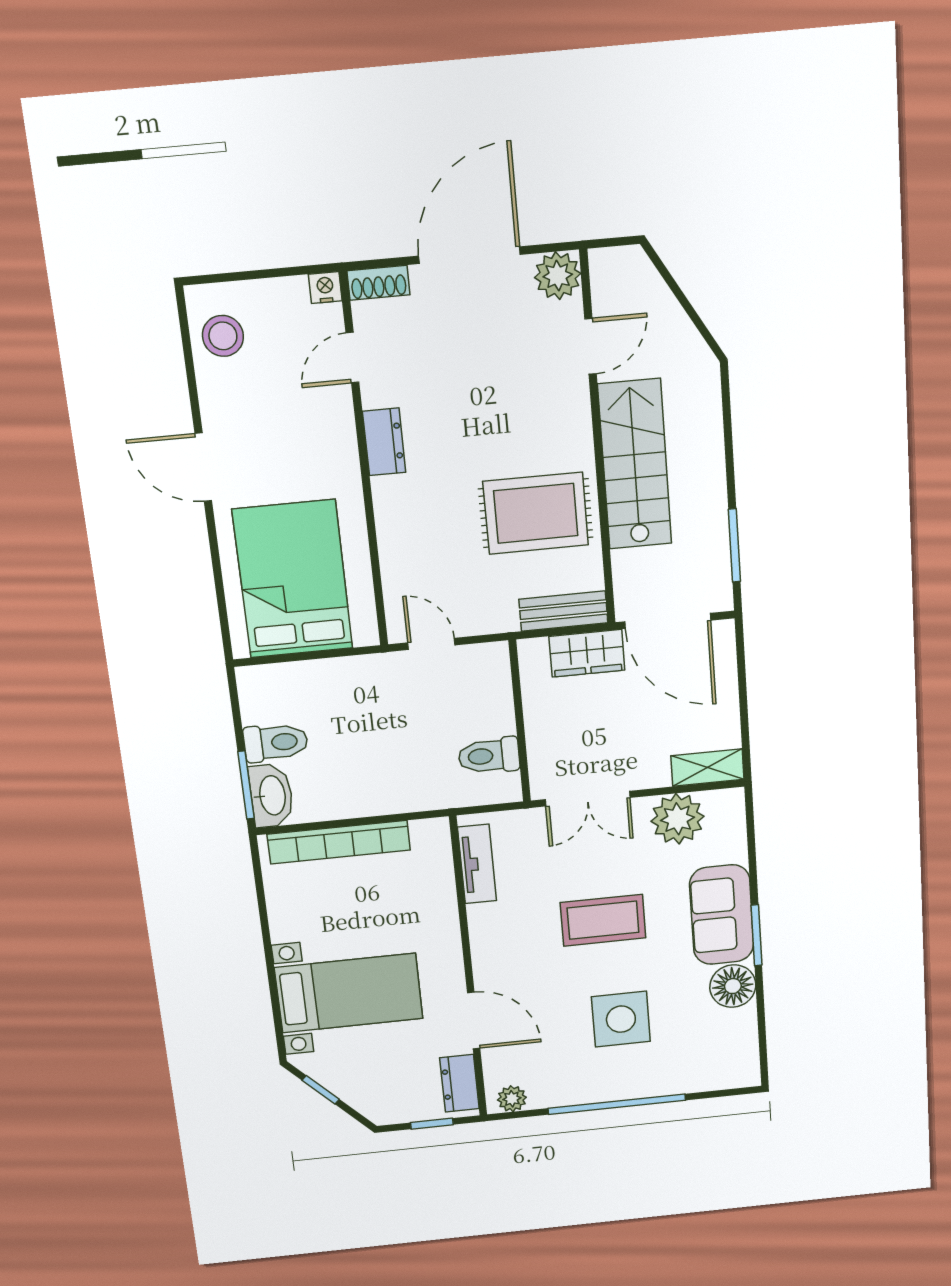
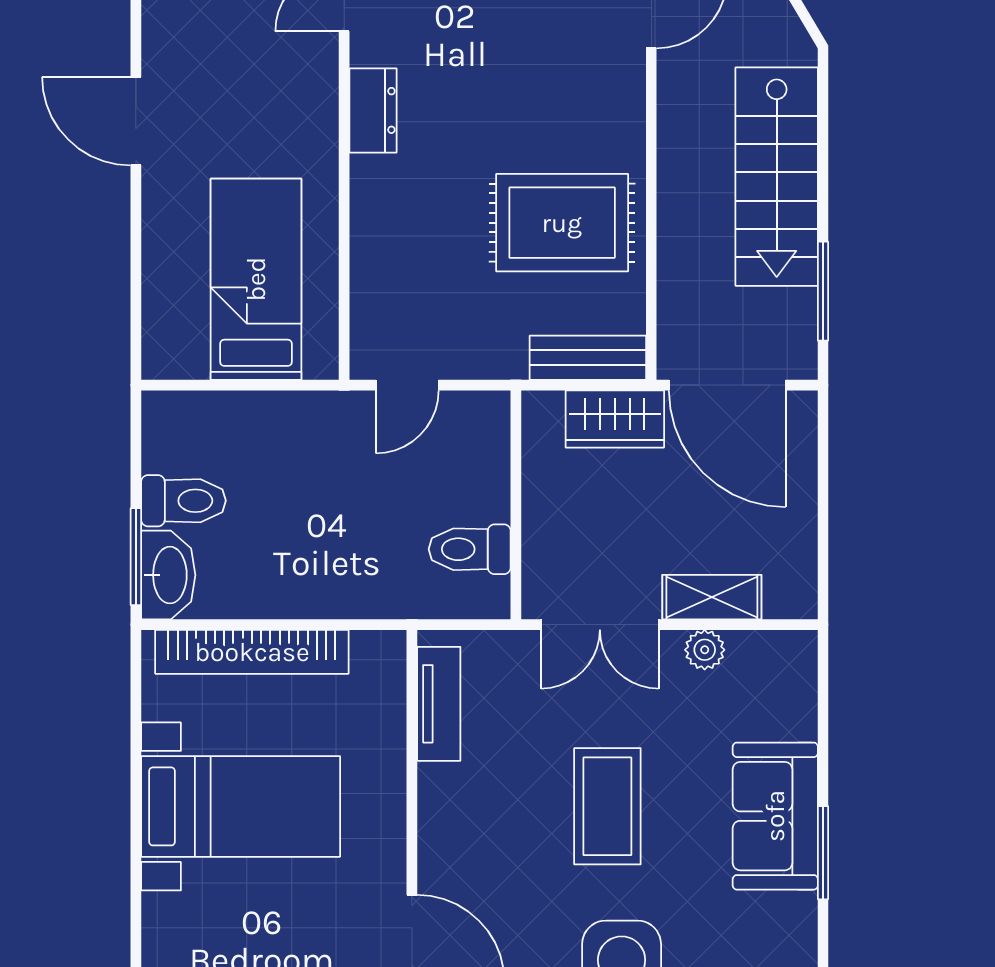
stairs: (635, 464) -> (777, 177), moved, turned 180
bed: (293, 579) -> (256, 279), width x0.67
door: (431, 644) -> (407, 385), swing flipped
shelving: (707, 768) -> (712, 597), moved
plant: (677, 819) -> (705, 650), width x0.53, depth x0.53
coffee table: (603, 920) -> (607, 806), turned 90
floor lamp: (733, 986) -> (785, 927), removed
bed with nightstands: (349, 993) -> (241, 806), moved

